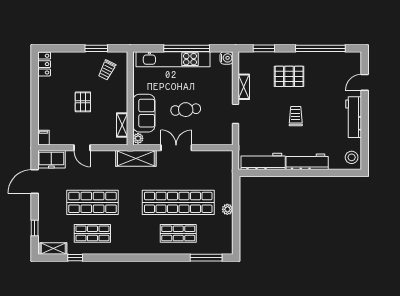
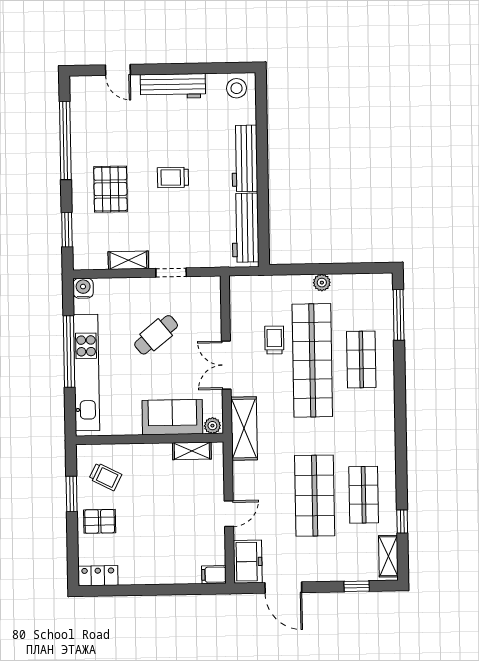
pallet: (83, 102) -> (100, 521), moved
cafe table: (186, 110) -> (156, 335), moved, turned 56
trolley: (192, 179) -> (274, 340), added

